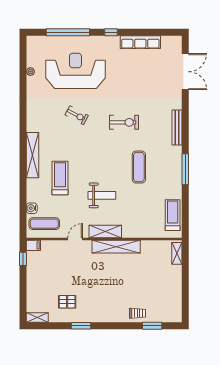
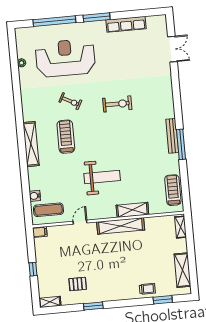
window: (111, 32) -> (97, 17), width x2.17
double door: (185, 72) -> (172, 49), width x0.73
bench: (177, 127) -> (172, 136), moved
exercise mat: (139, 167) -> (136, 146), removed
treadmill: (60, 178) -> (66, 137), moved
weight bench: (102, 195) -> (102, 177), width x1.36, depth x1.33
shelving: (105, 231) -> (132, 210), moved
window: (23, 259) -> (33, 269), moved
shelving: (175, 297) -> (182, 270), added

